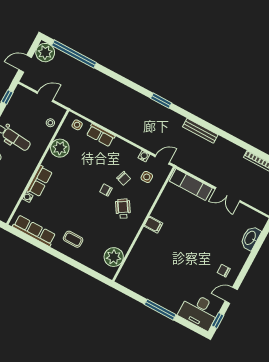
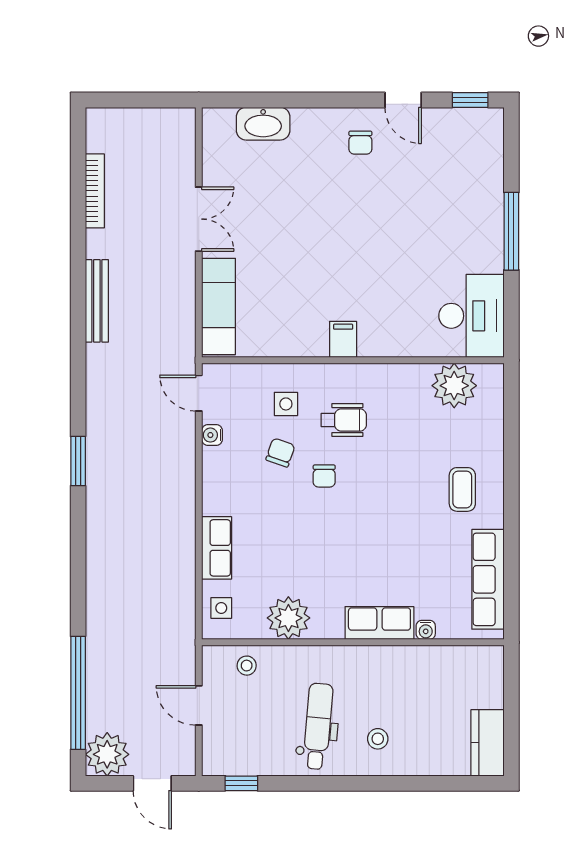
bench: (200, 131) -> (97, 301), moved
side table: (147, 177) -> (286, 404), moved
wheelchair: (123, 209) -> (344, 420), turned -148
desk: (199, 311) -> (471, 316), moved

